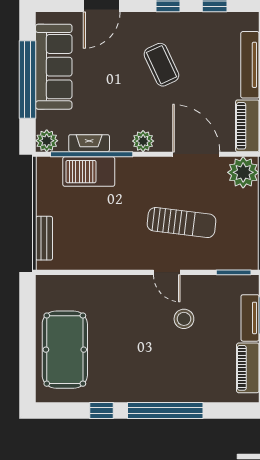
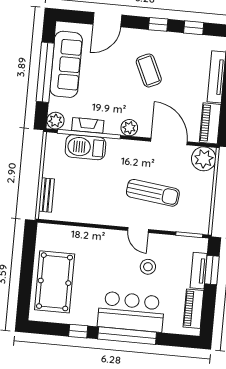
bar counter: (167, 379) -> (131, 312), added

